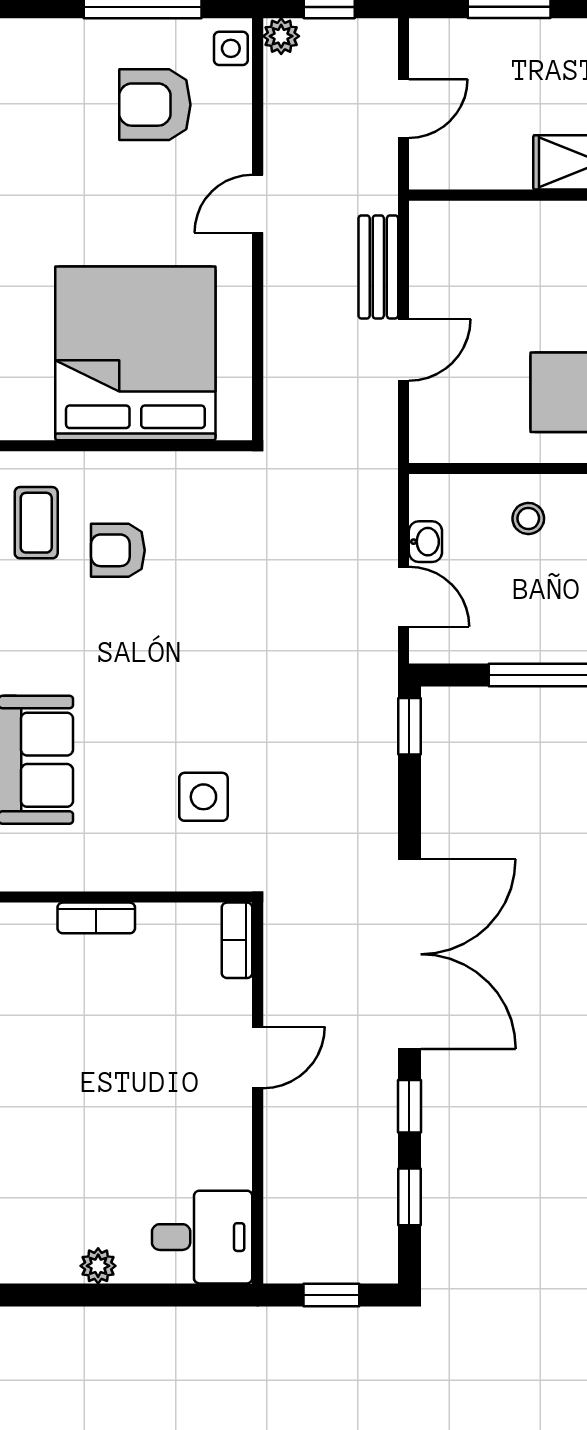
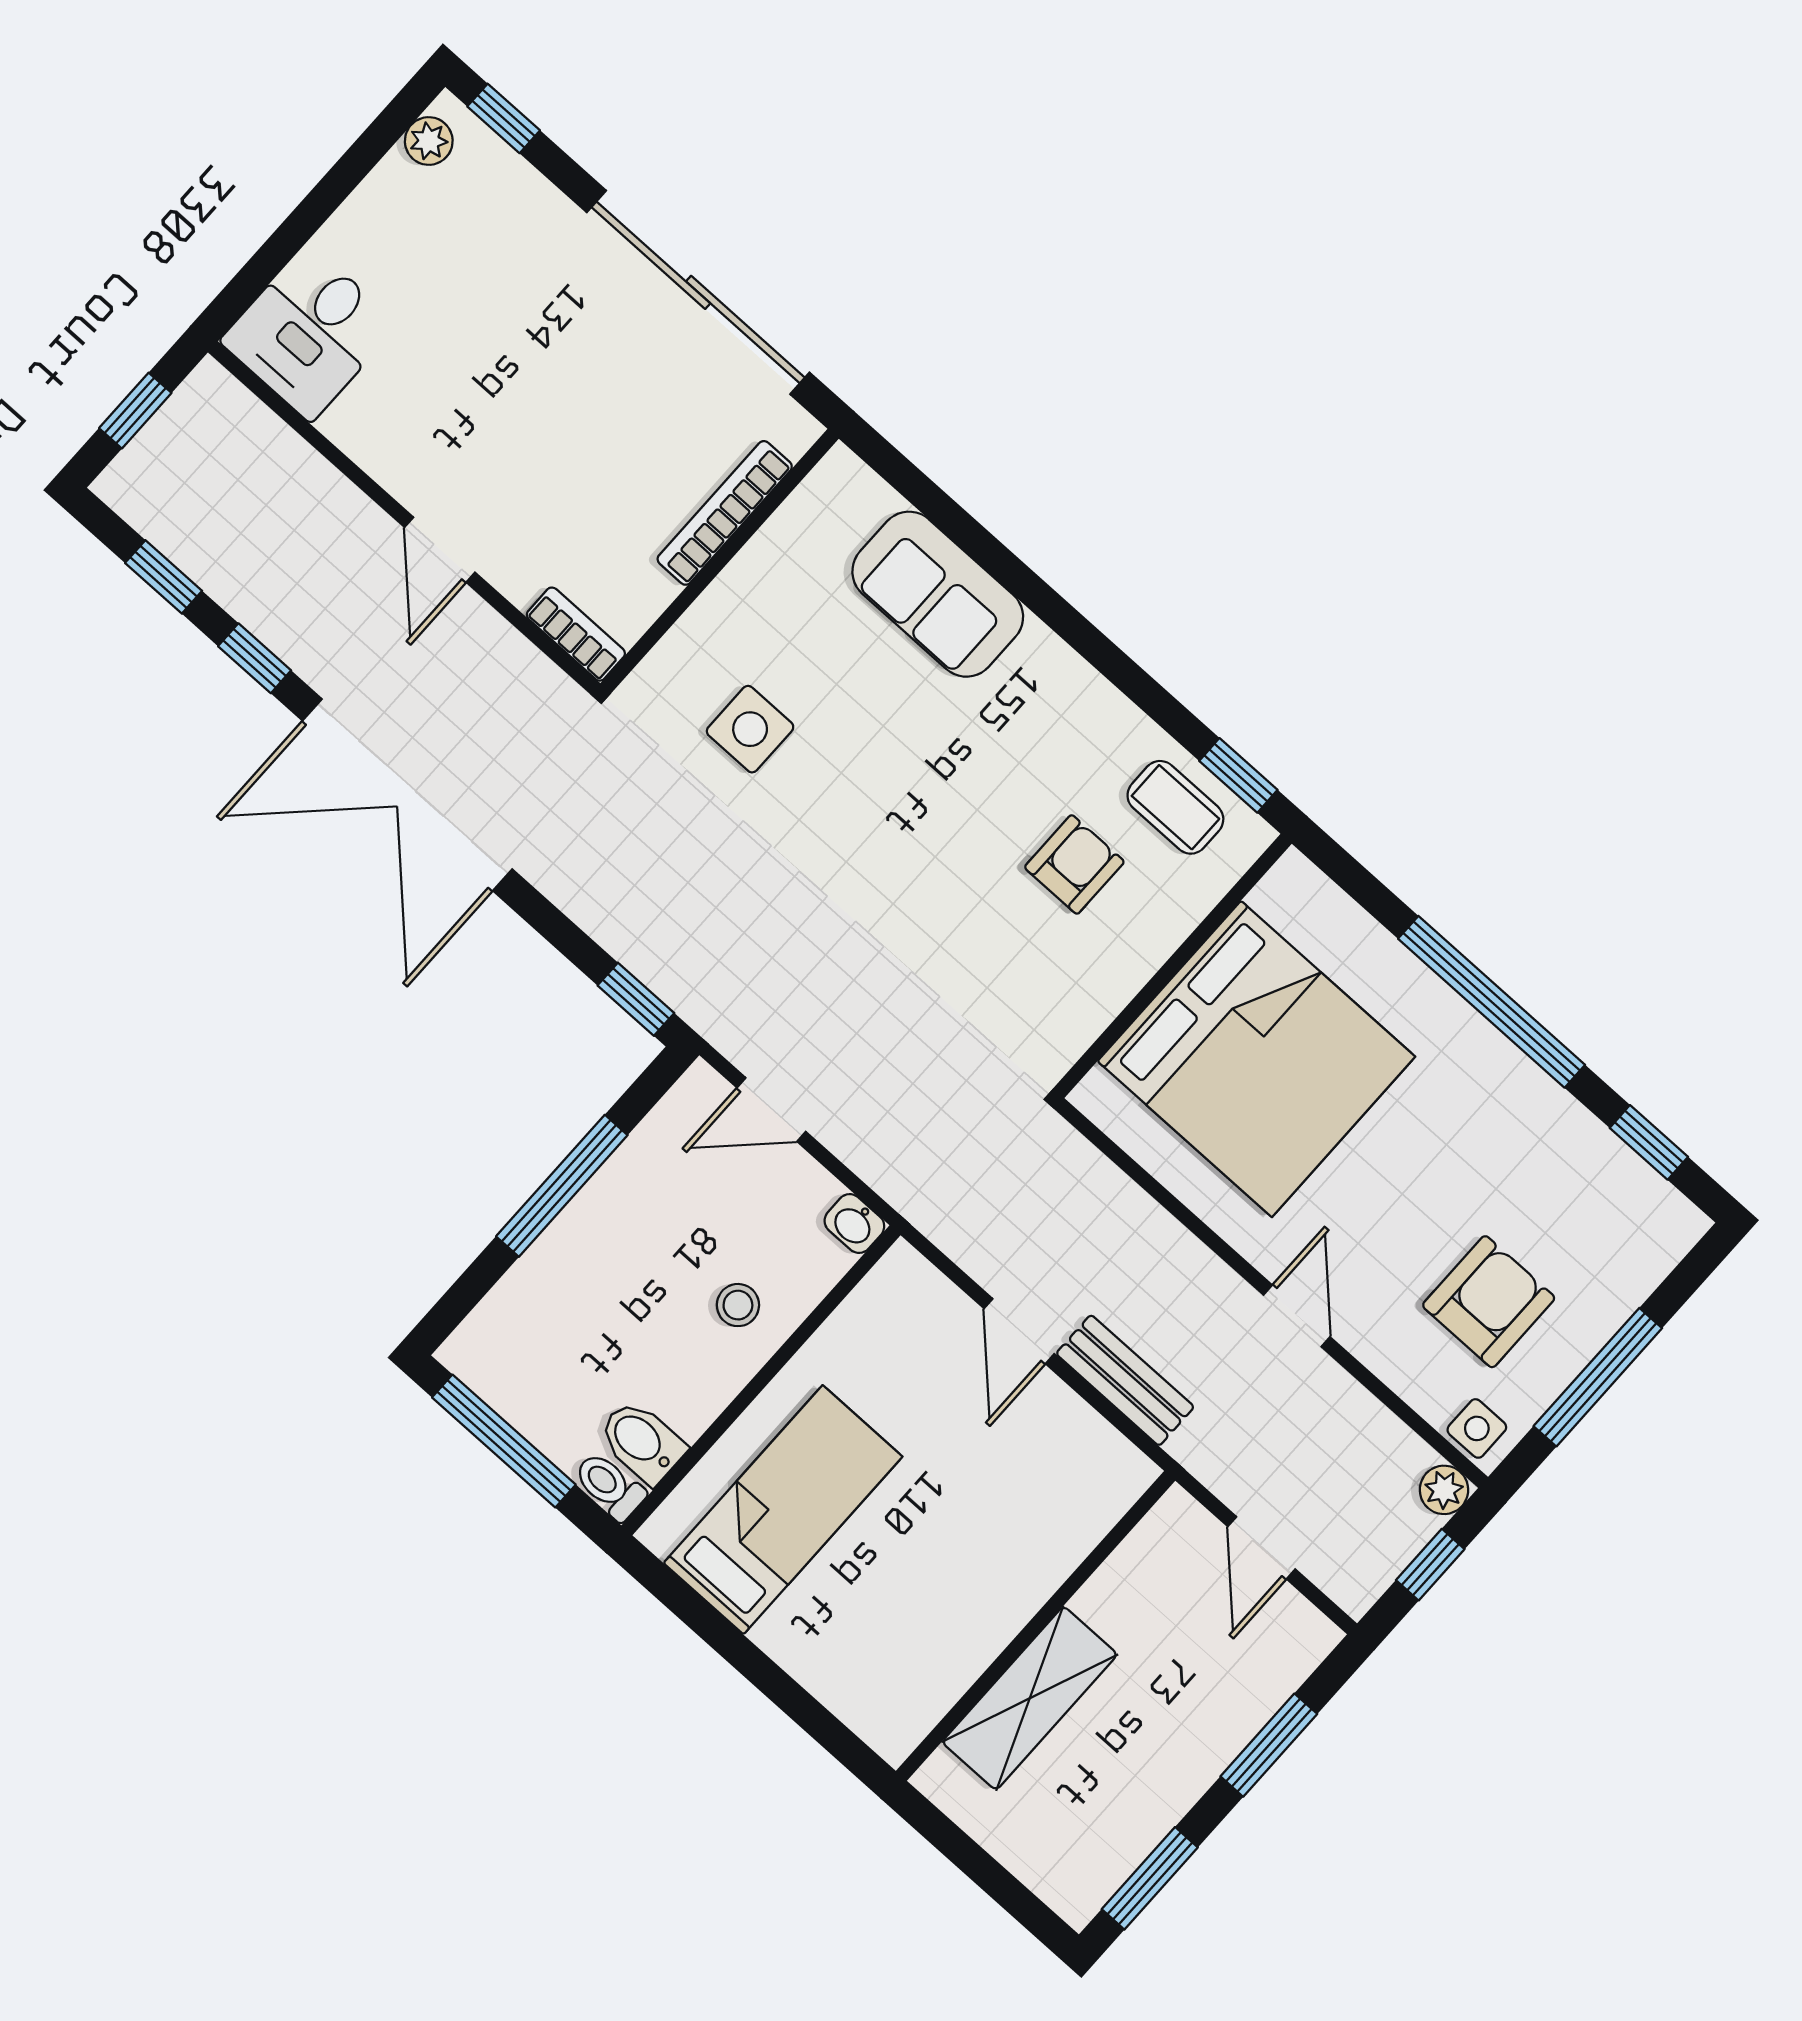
washbasin: (425, 542) -> (854, 1224), moved
bookcase: (96, 918) -> (725, 513), width x1.56
plant: (98, 1266) -> (429, 141), moved

